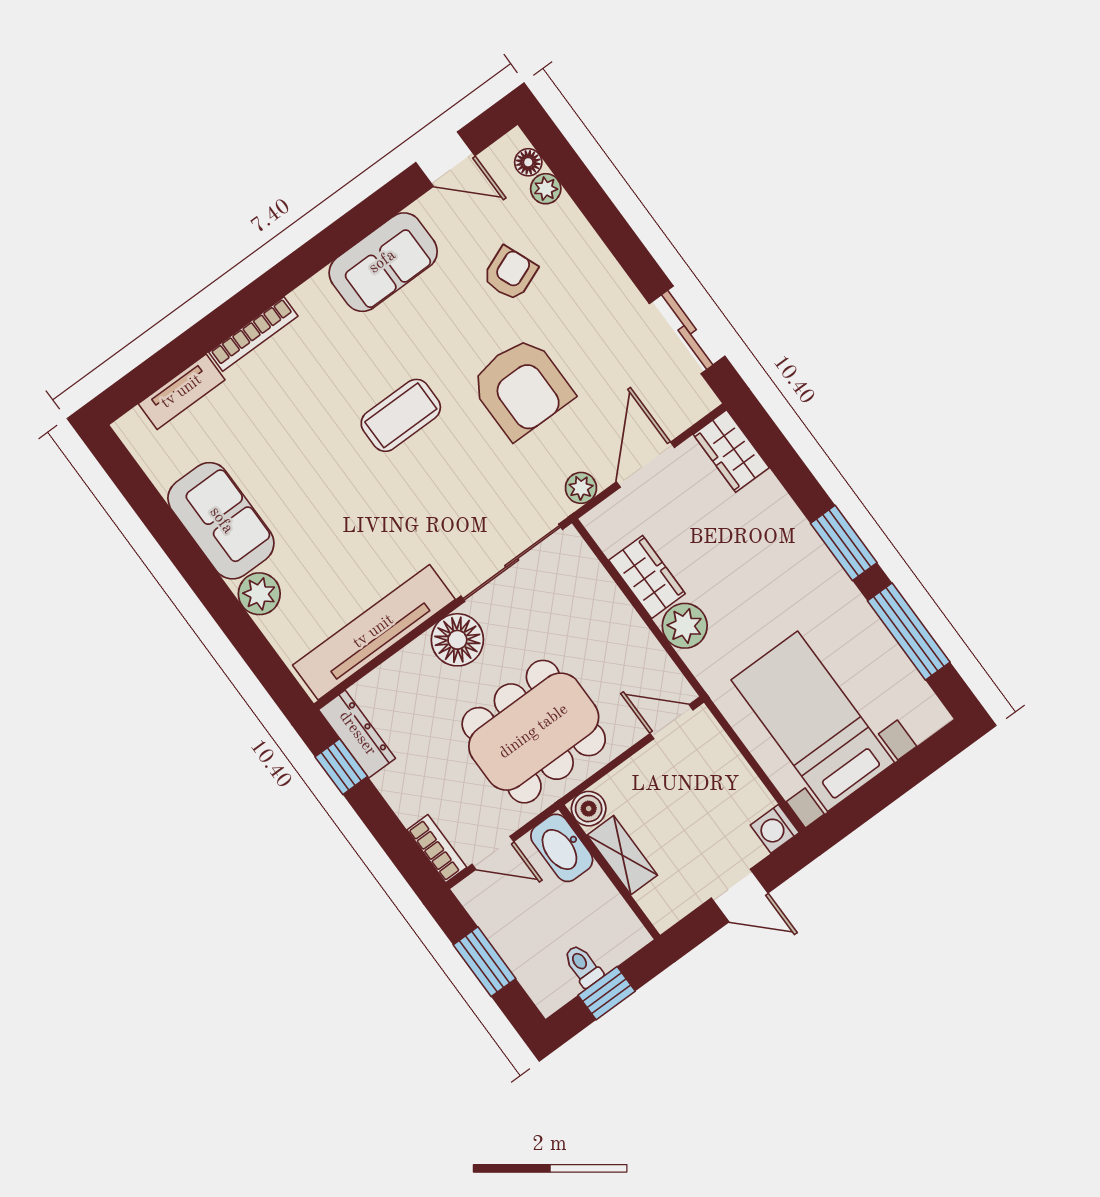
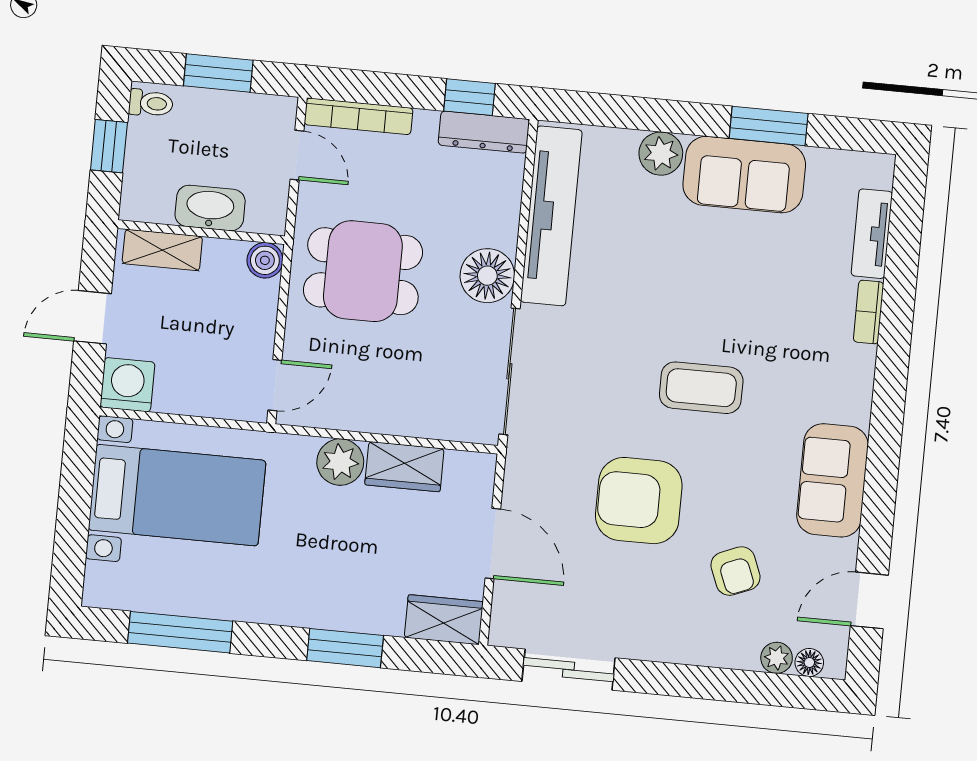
bookcase: (253, 334) -> (869, 312), width x0.64
coffee table: (401, 415) -> (701, 388), turned 90
plant: (581, 488) -> (519, 477), removed
window: (171, 534) -> (769, 126), added
window: (844, 543) -> (345, 648), moved
dining table: (534, 732) -> (363, 271), width x0.73
washing machine: (775, 829) -> (127, 385), width x1.38, depth x1.38
washbasin: (562, 848) -> (210, 208), moved
bookcase: (437, 849) -> (359, 116), width x1.56
door: (493, 853) -> (297, 155), swing flipped
shelving: (622, 855) -> (162, 250), moved
toilet: (583, 966) -> (151, 103), moved

